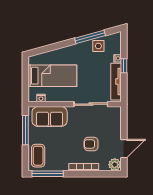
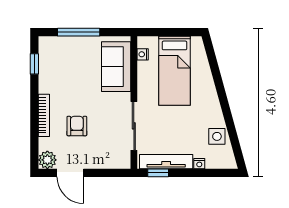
window: (90, 37) -> (230, 124), removed
window: (124, 66) -> (158, 173), moved
window: (25, 130) -> (79, 32), moved
coffee table: (38, 156) -> (60, 50), removed
window: (48, 174) -> (34, 64), width x0.46

